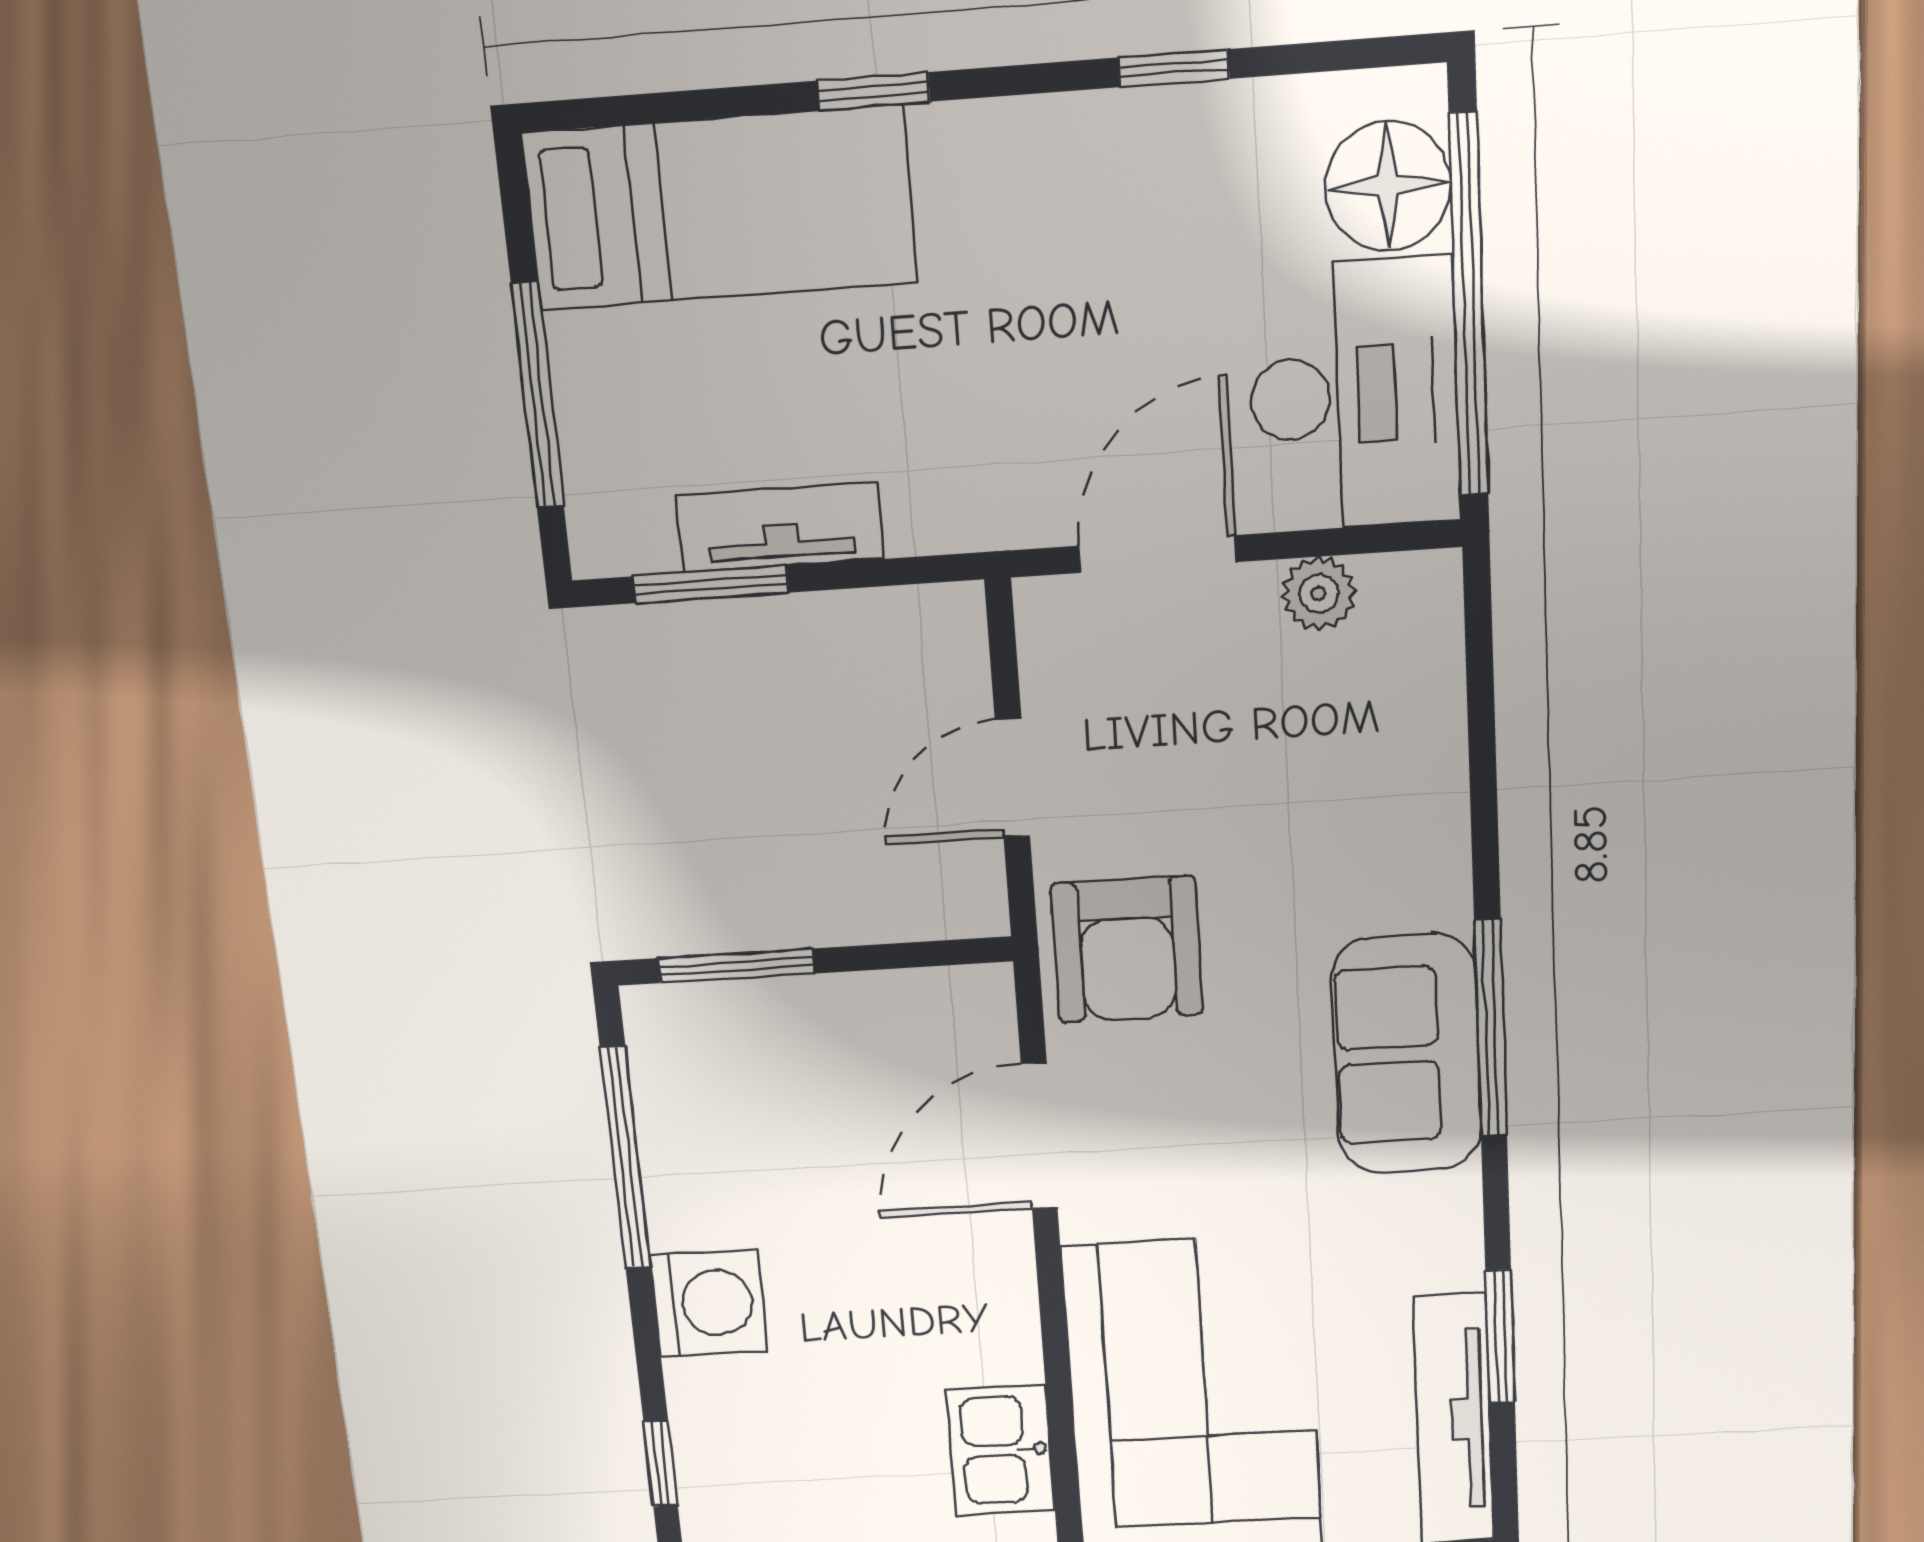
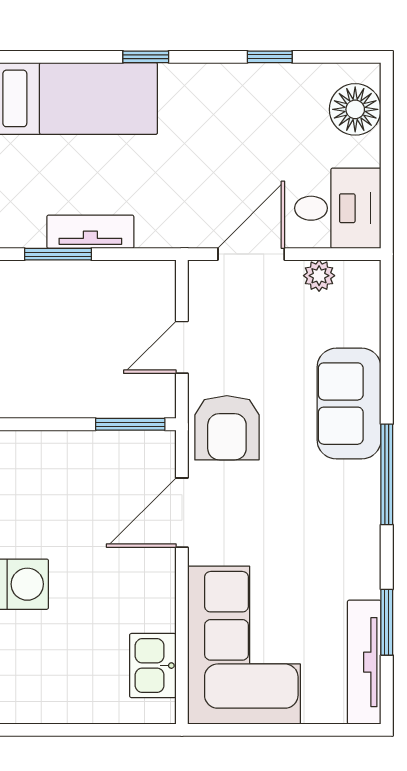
window: (1469, 306) -> (387, 160), removed
desk: (1354, 395) -> (338, 208), width x0.73
window: (736, 966) -> (130, 424), moved
sofa: (1407, 1054) -> (349, 404), moved

